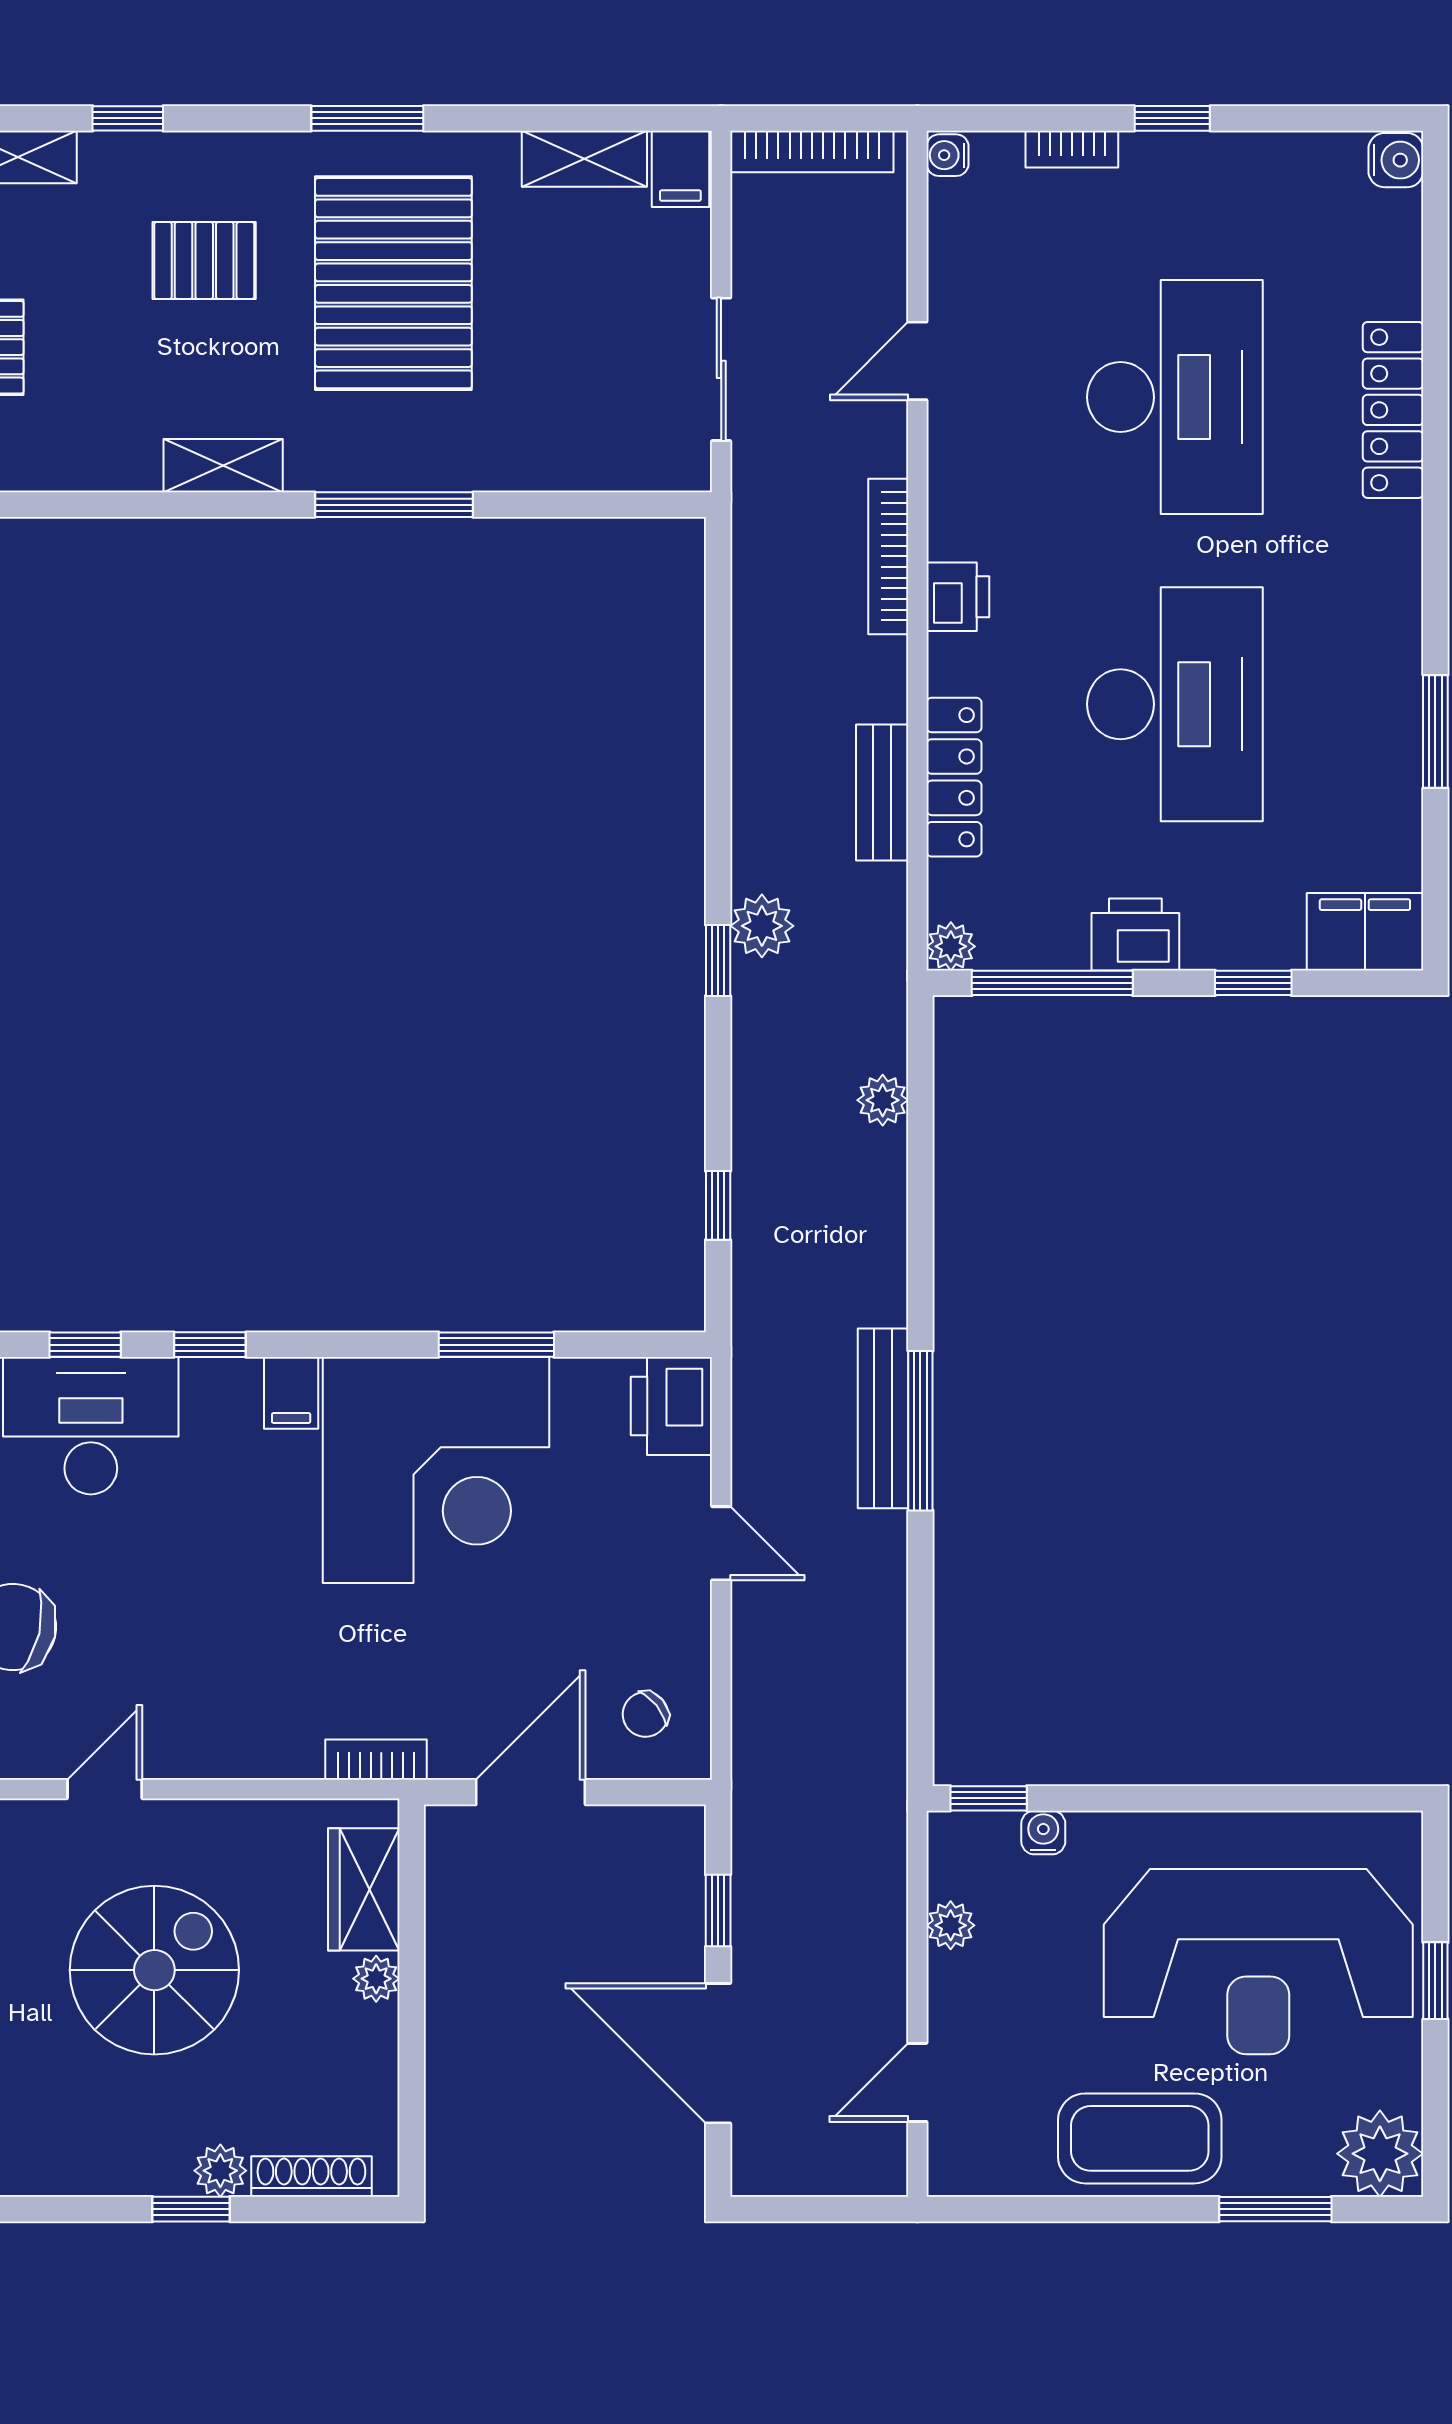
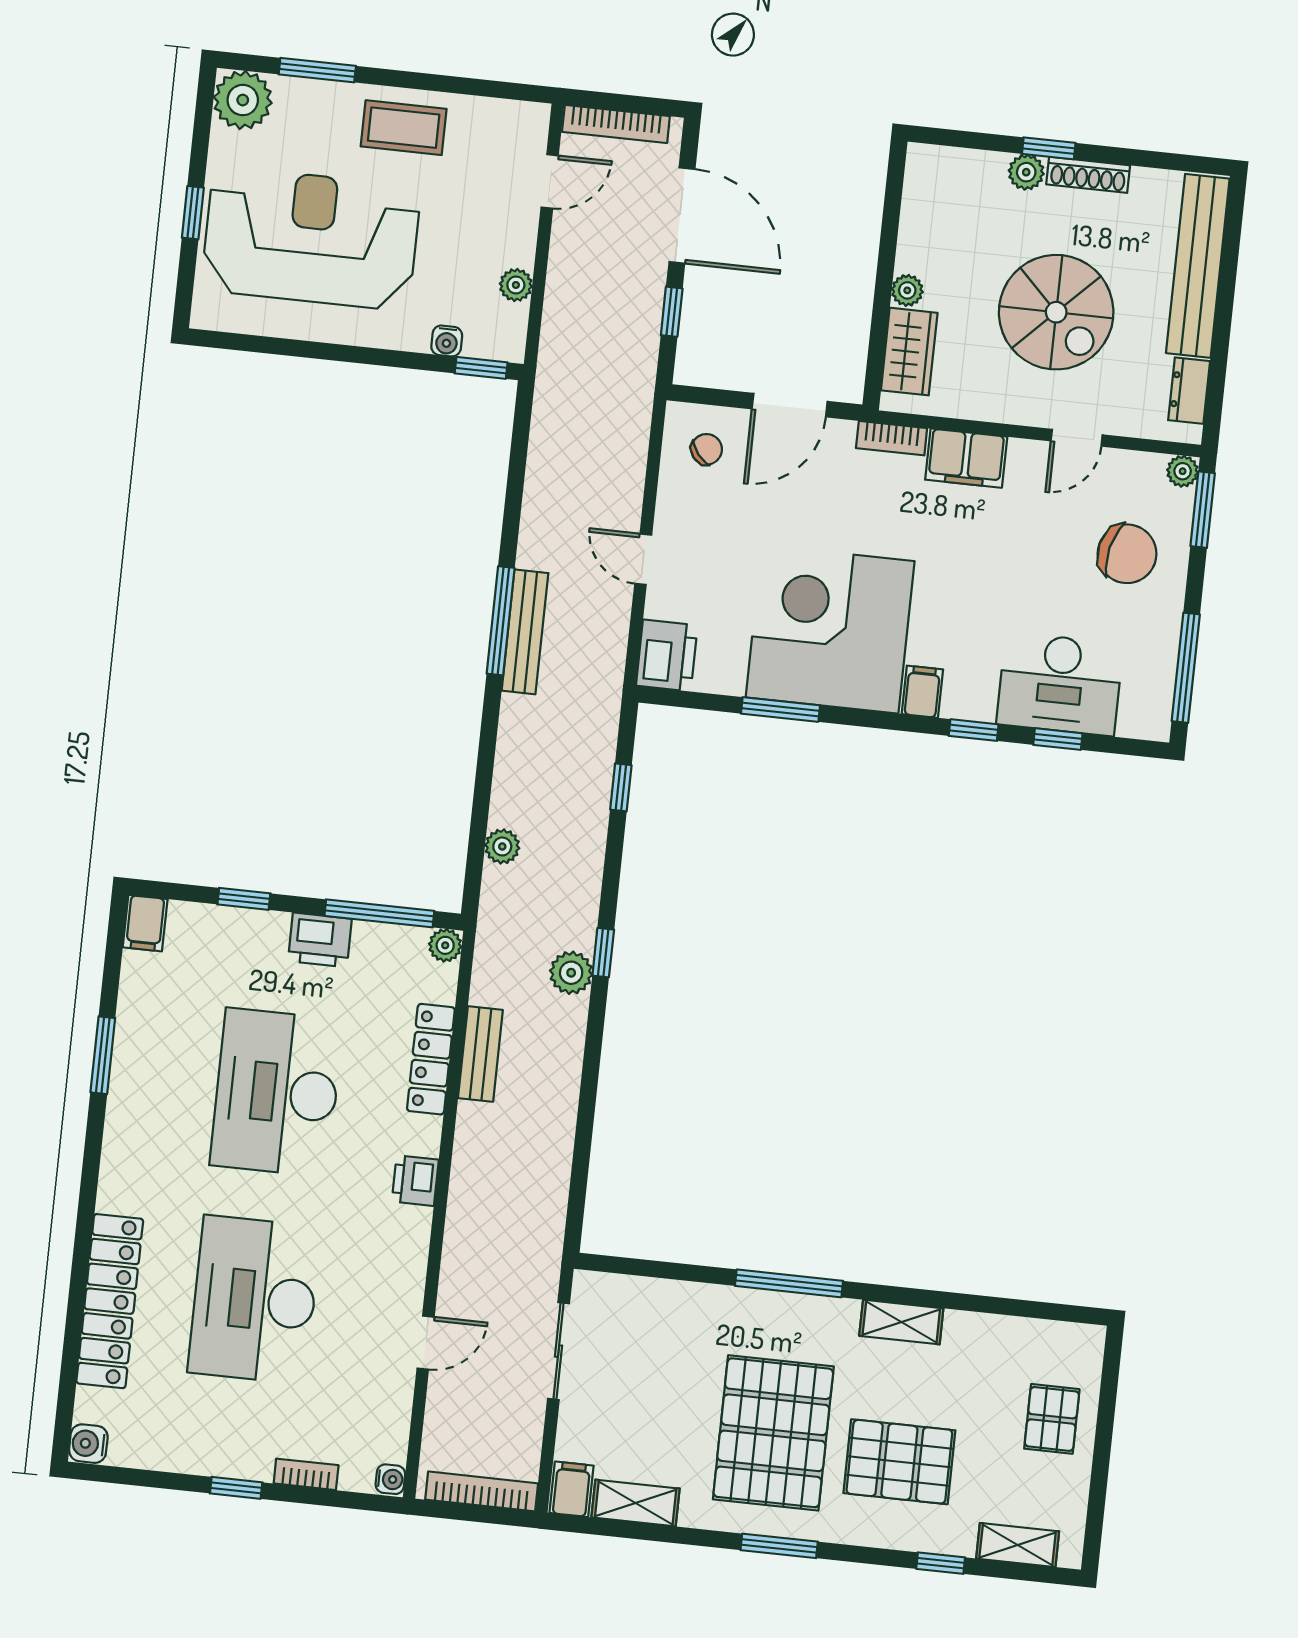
pallet: (204, 261) -> (899, 1462), width x1.50, depth x1.42
locker: (1393, 410) -> (110, 1301), width x1.41, depth x1.21
bookcase: (888, 556) -> (616, 124), moved, turned 90
filing cabinet: (1365, 932) -> (145, 923), width x0.50
filing cabinet: (264, 1742) -> (966, 458), added
spiral stairs: (154, 1970) -> (1056, 312), turned -90
coffee table: (1140, 2138) -> (404, 128), width x0.73, depth x0.76
shoe rack: (311, 2176) -> (1088, 175), moved

